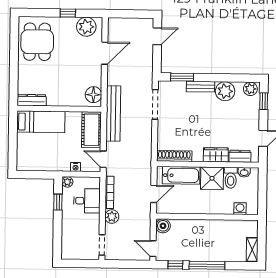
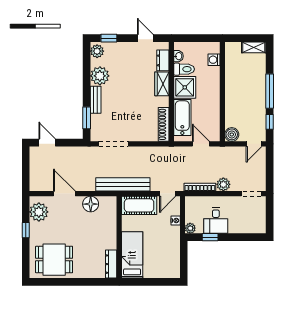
floor lamp: (93, 95) -> (91, 204), moved
desk: (87, 201) -> (216, 221), moved, turned 180

